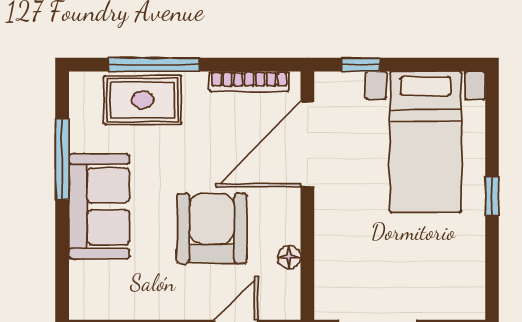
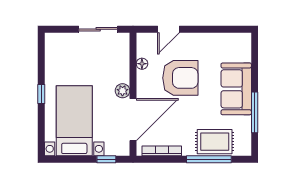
plant: (328, 203) -> (122, 91), added
armchair: (212, 228) -> (180, 78), turned -90

